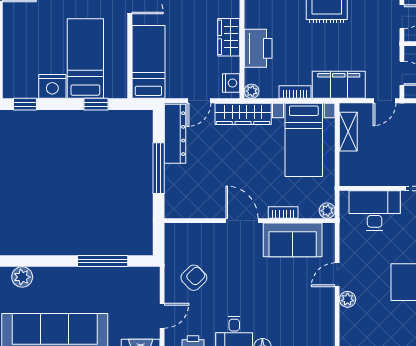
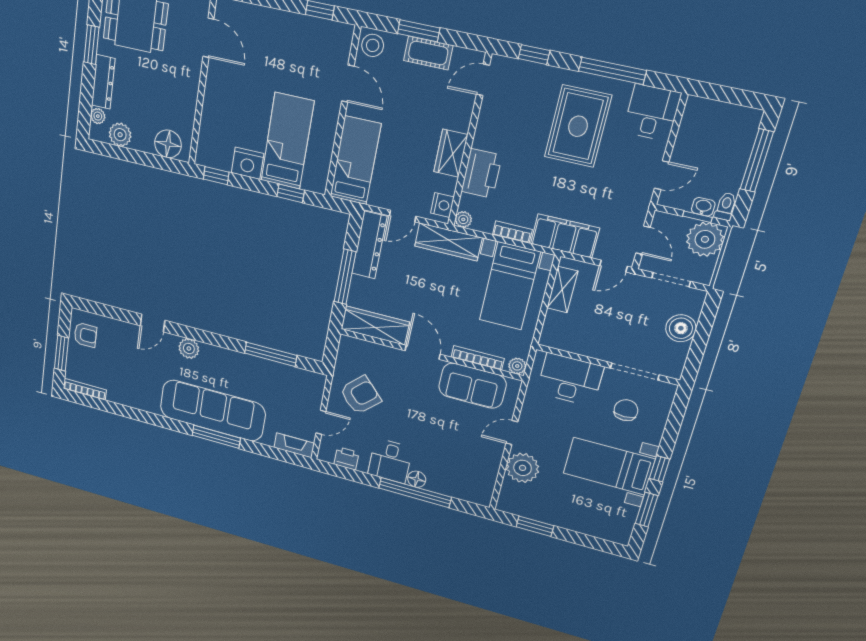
wardrobe: (194, 207) -> (375, 325), added
bookcase: (283, 212) -> (478, 358), width x1.56
armchair: (194, 278) -> (360, 395), width x1.38, depth x1.38
plant: (348, 299) -> (523, 468), width x1.88, depth x1.88

